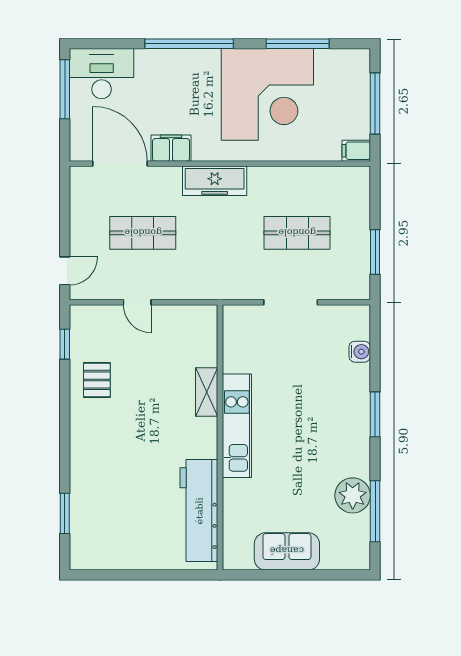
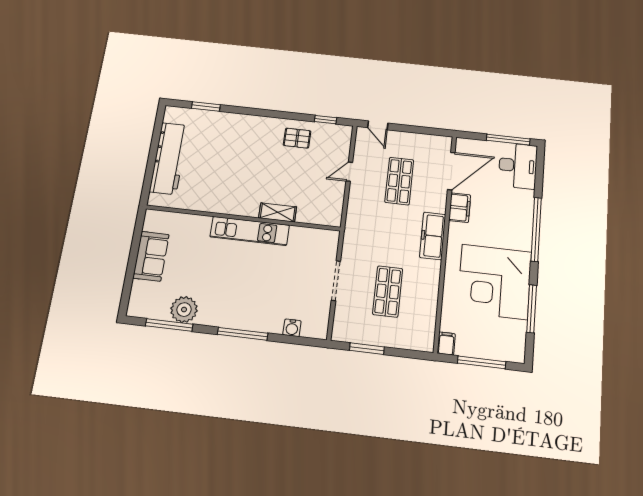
window: (375, 414) -> (243, 334), width x1.44
workbench: (199, 511) -> (169, 158), moved, turned 90

